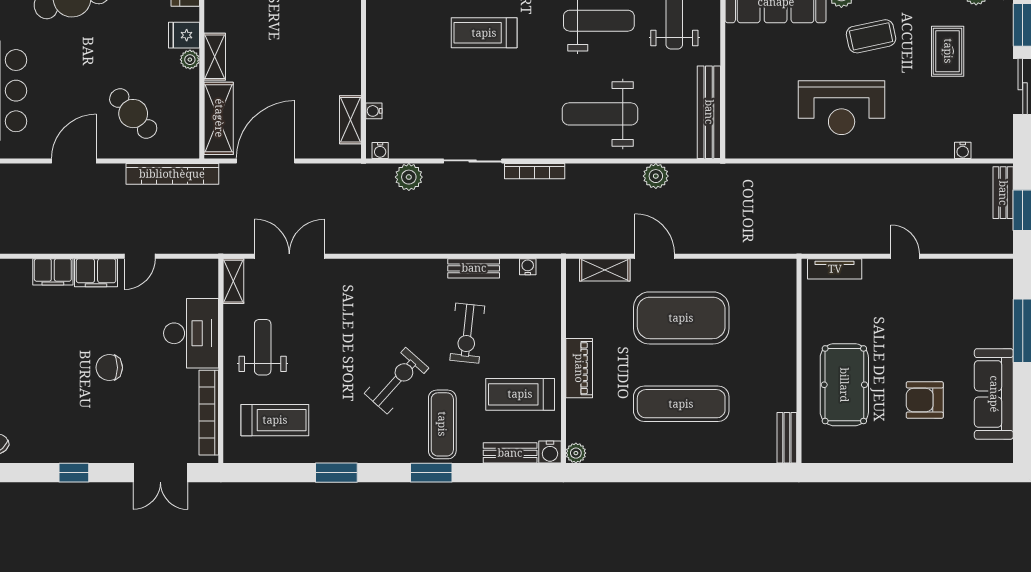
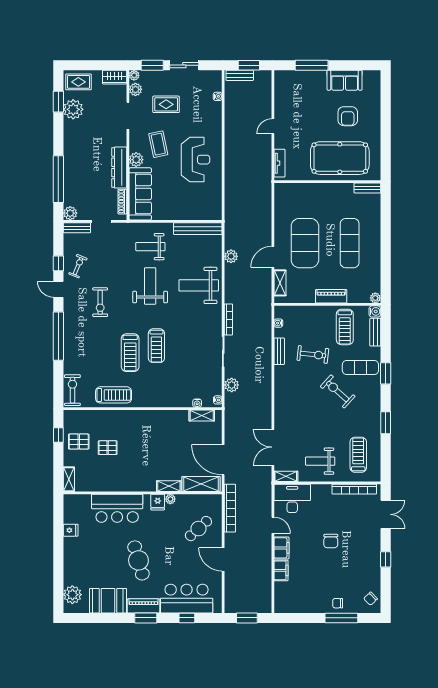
weight bench: (600, 114) -> (199, 285), turned 90
desk: (191, 333) -> (292, 498), moved
pool table: (844, 385) -> (340, 158), width x1.36, depth x1.32
sofa: (994, 394) -> (345, 80), width x0.73

